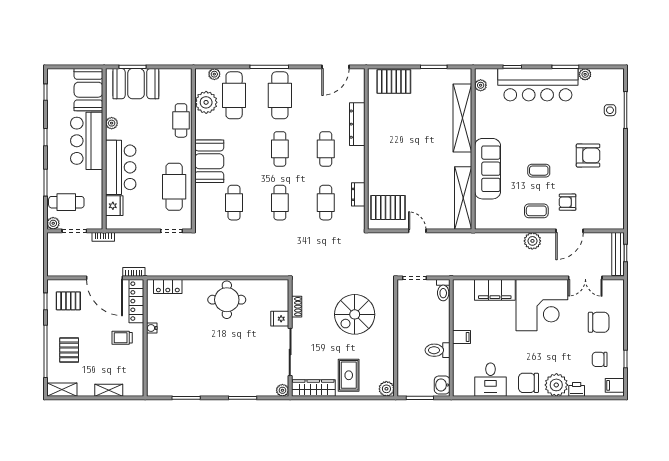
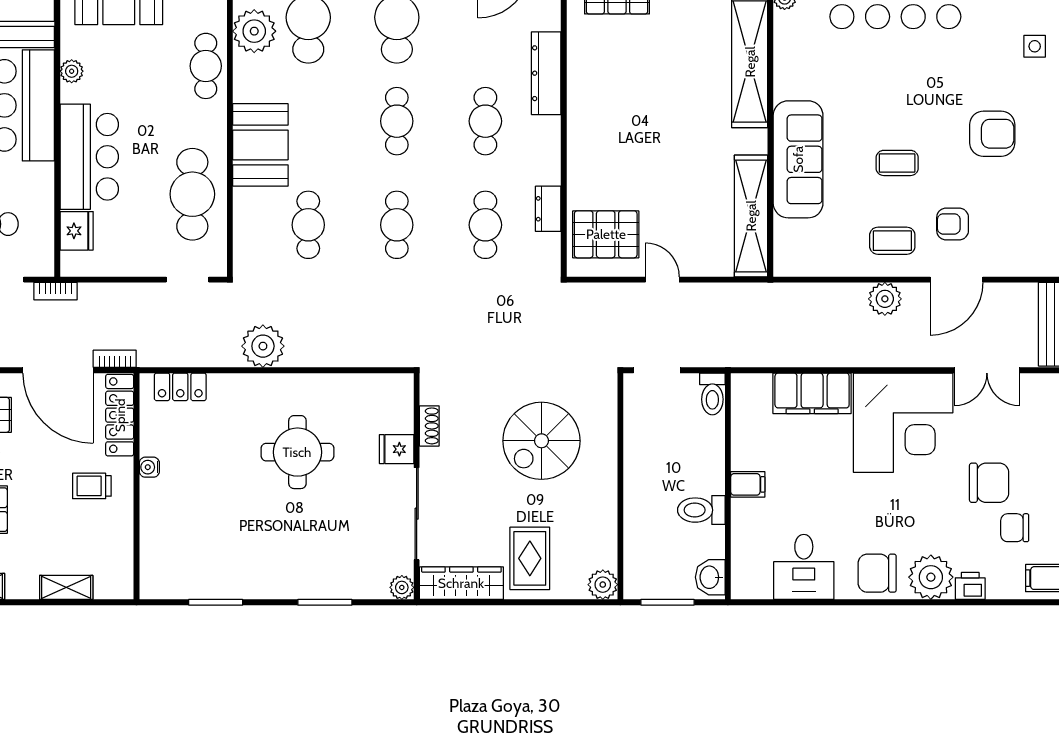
plant: (211, 265) -> (263, 346), added
round table: (227, 300) -> (297, 452), moved
chair: (599, 322) -> (989, 483), moved

